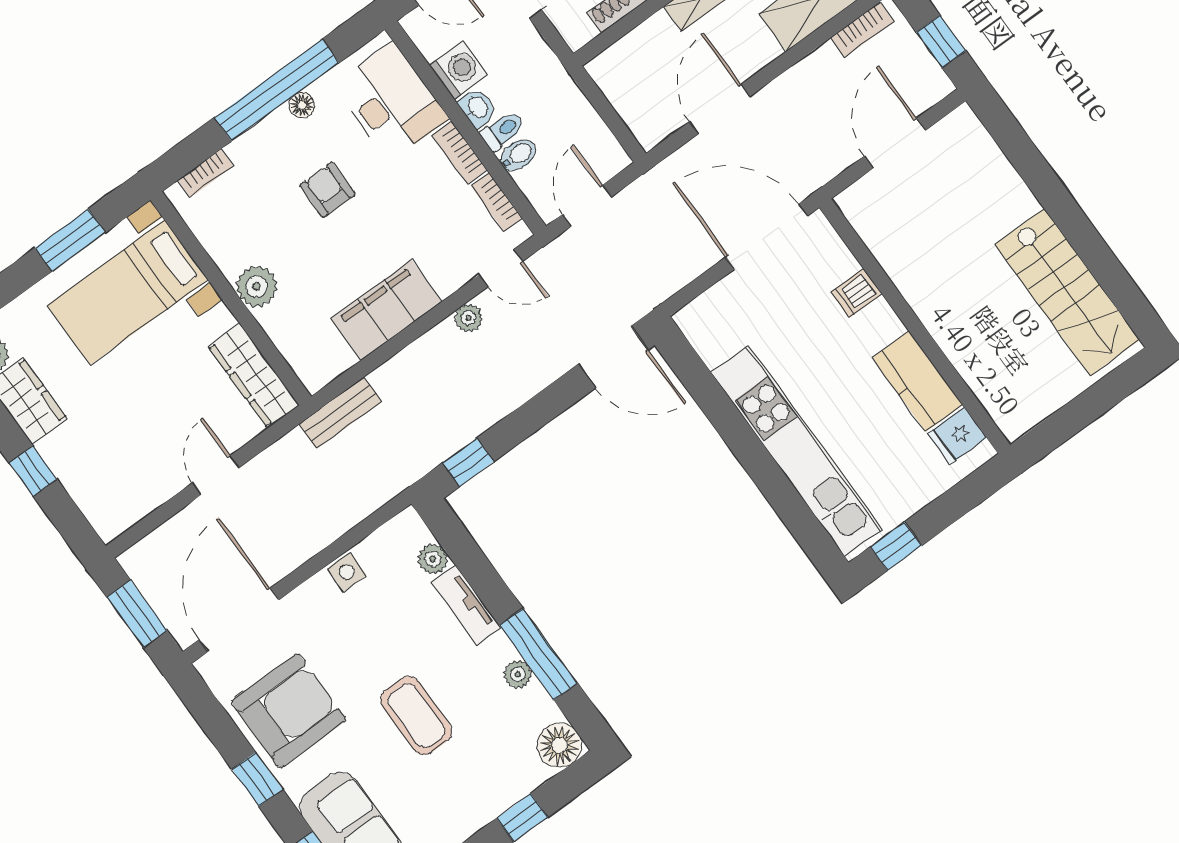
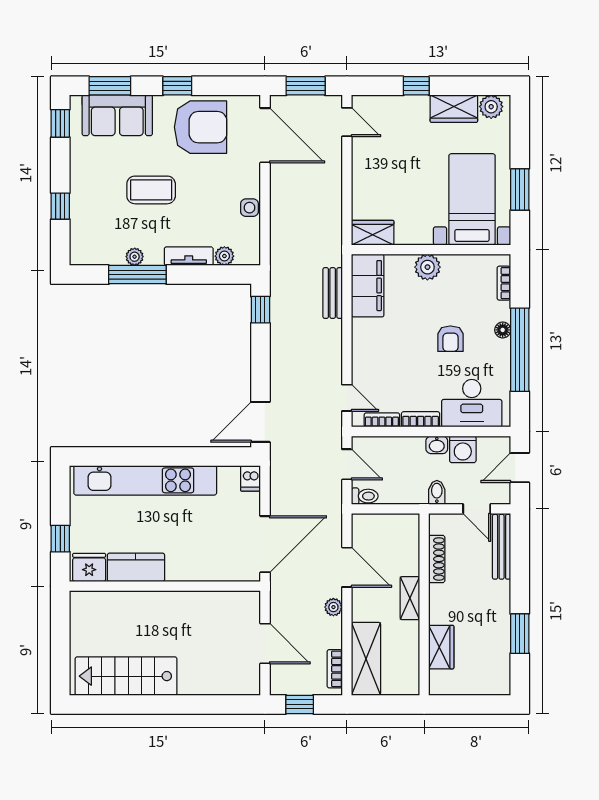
floor lamp: (302, 105) -> (503, 330), moved
toilet: (503, 130) -> (365, 496), moved, turned -90
bidet: (518, 155) -> (437, 492), moved, turned 180
armchair: (327, 190) -> (450, 339), turned 90
door: (501, 268) -> (347, 398), swing flipped
dishwasher: (856, 293) -> (250, 478), moved, turned 180
filing cabinet: (386, 310) -> (368, 286), moved
plant: (469, 318) -> (333, 607), moved
wardrobe: (254, 376) -> (373, 233), width x0.67
bench: (340, 413) -> (333, 293), moved
fridge: (957, 436) -> (89, 567), width x1.38
door: (216, 475) -> (347, 122), moved
window: (896, 546) -> (60, 539), moved
armchair: (289, 711) -> (201, 127), turned -90
floor lamp: (559, 745) -> (83, 252), removed

